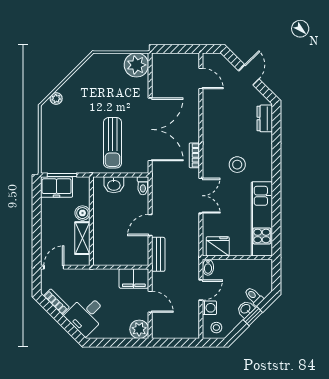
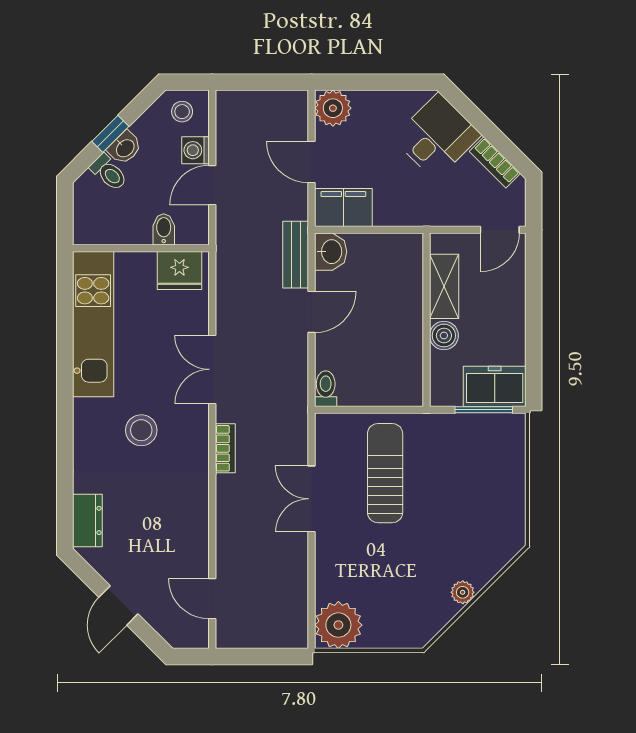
plant: (56, 98) -> (463, 592), moved
double door: (150, 129) -> (312, 499), width x0.54
washbasin: (114, 185) -> (331, 252), moved, turned 90
bidet: (208, 267) -> (164, 229), moved

